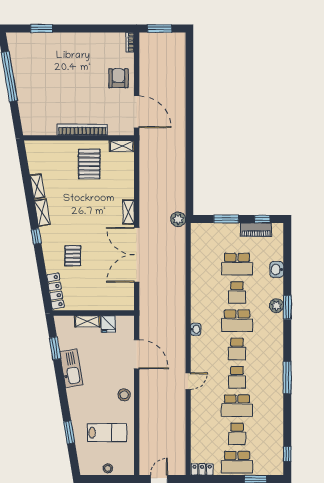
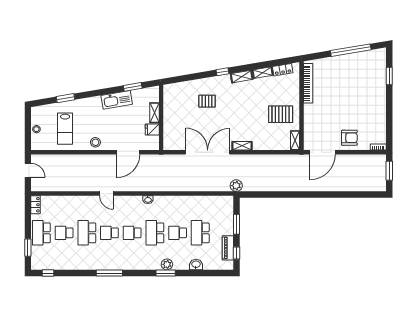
bookcase: (82, 130) -> (308, 83), moved
locker: (55, 291) -> (283, 70), moved, width x0.66

